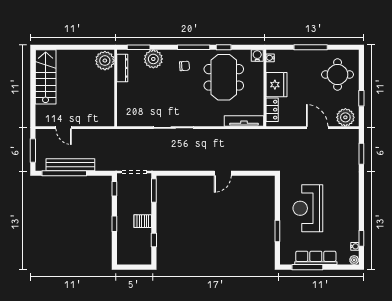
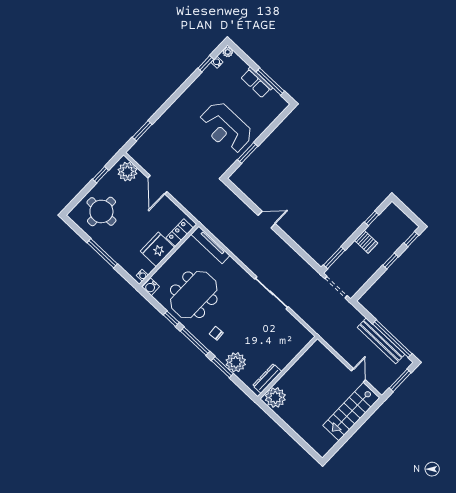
window: (139, 47) -> (222, 367), moved
stairs: (46, 77) -> (351, 412), moved
window: (114, 189) -> (411, 239), moved
reception desk: (308, 208) -> (226, 128), turned 90
window: (277, 231) -> (248, 153), moved
row of seats: (316, 258) -> (256, 82), width x0.68

